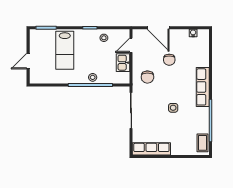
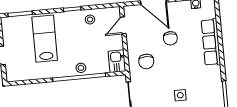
lab bench: (65, 50) -> (45, 39), turned 180
kitchen sink: (123, 63) -> (117, 61), moved
row of seats: (203, 87) -> (211, 42), moved

